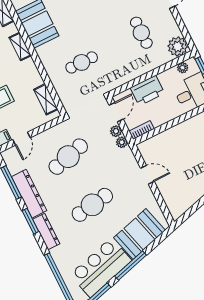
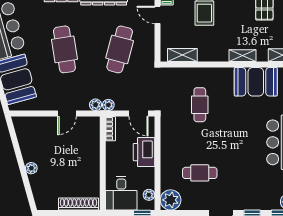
plant: (116, 131) -> (96, 105), moved
cafe table: (68, 157) -> (120, 49), turned 30

